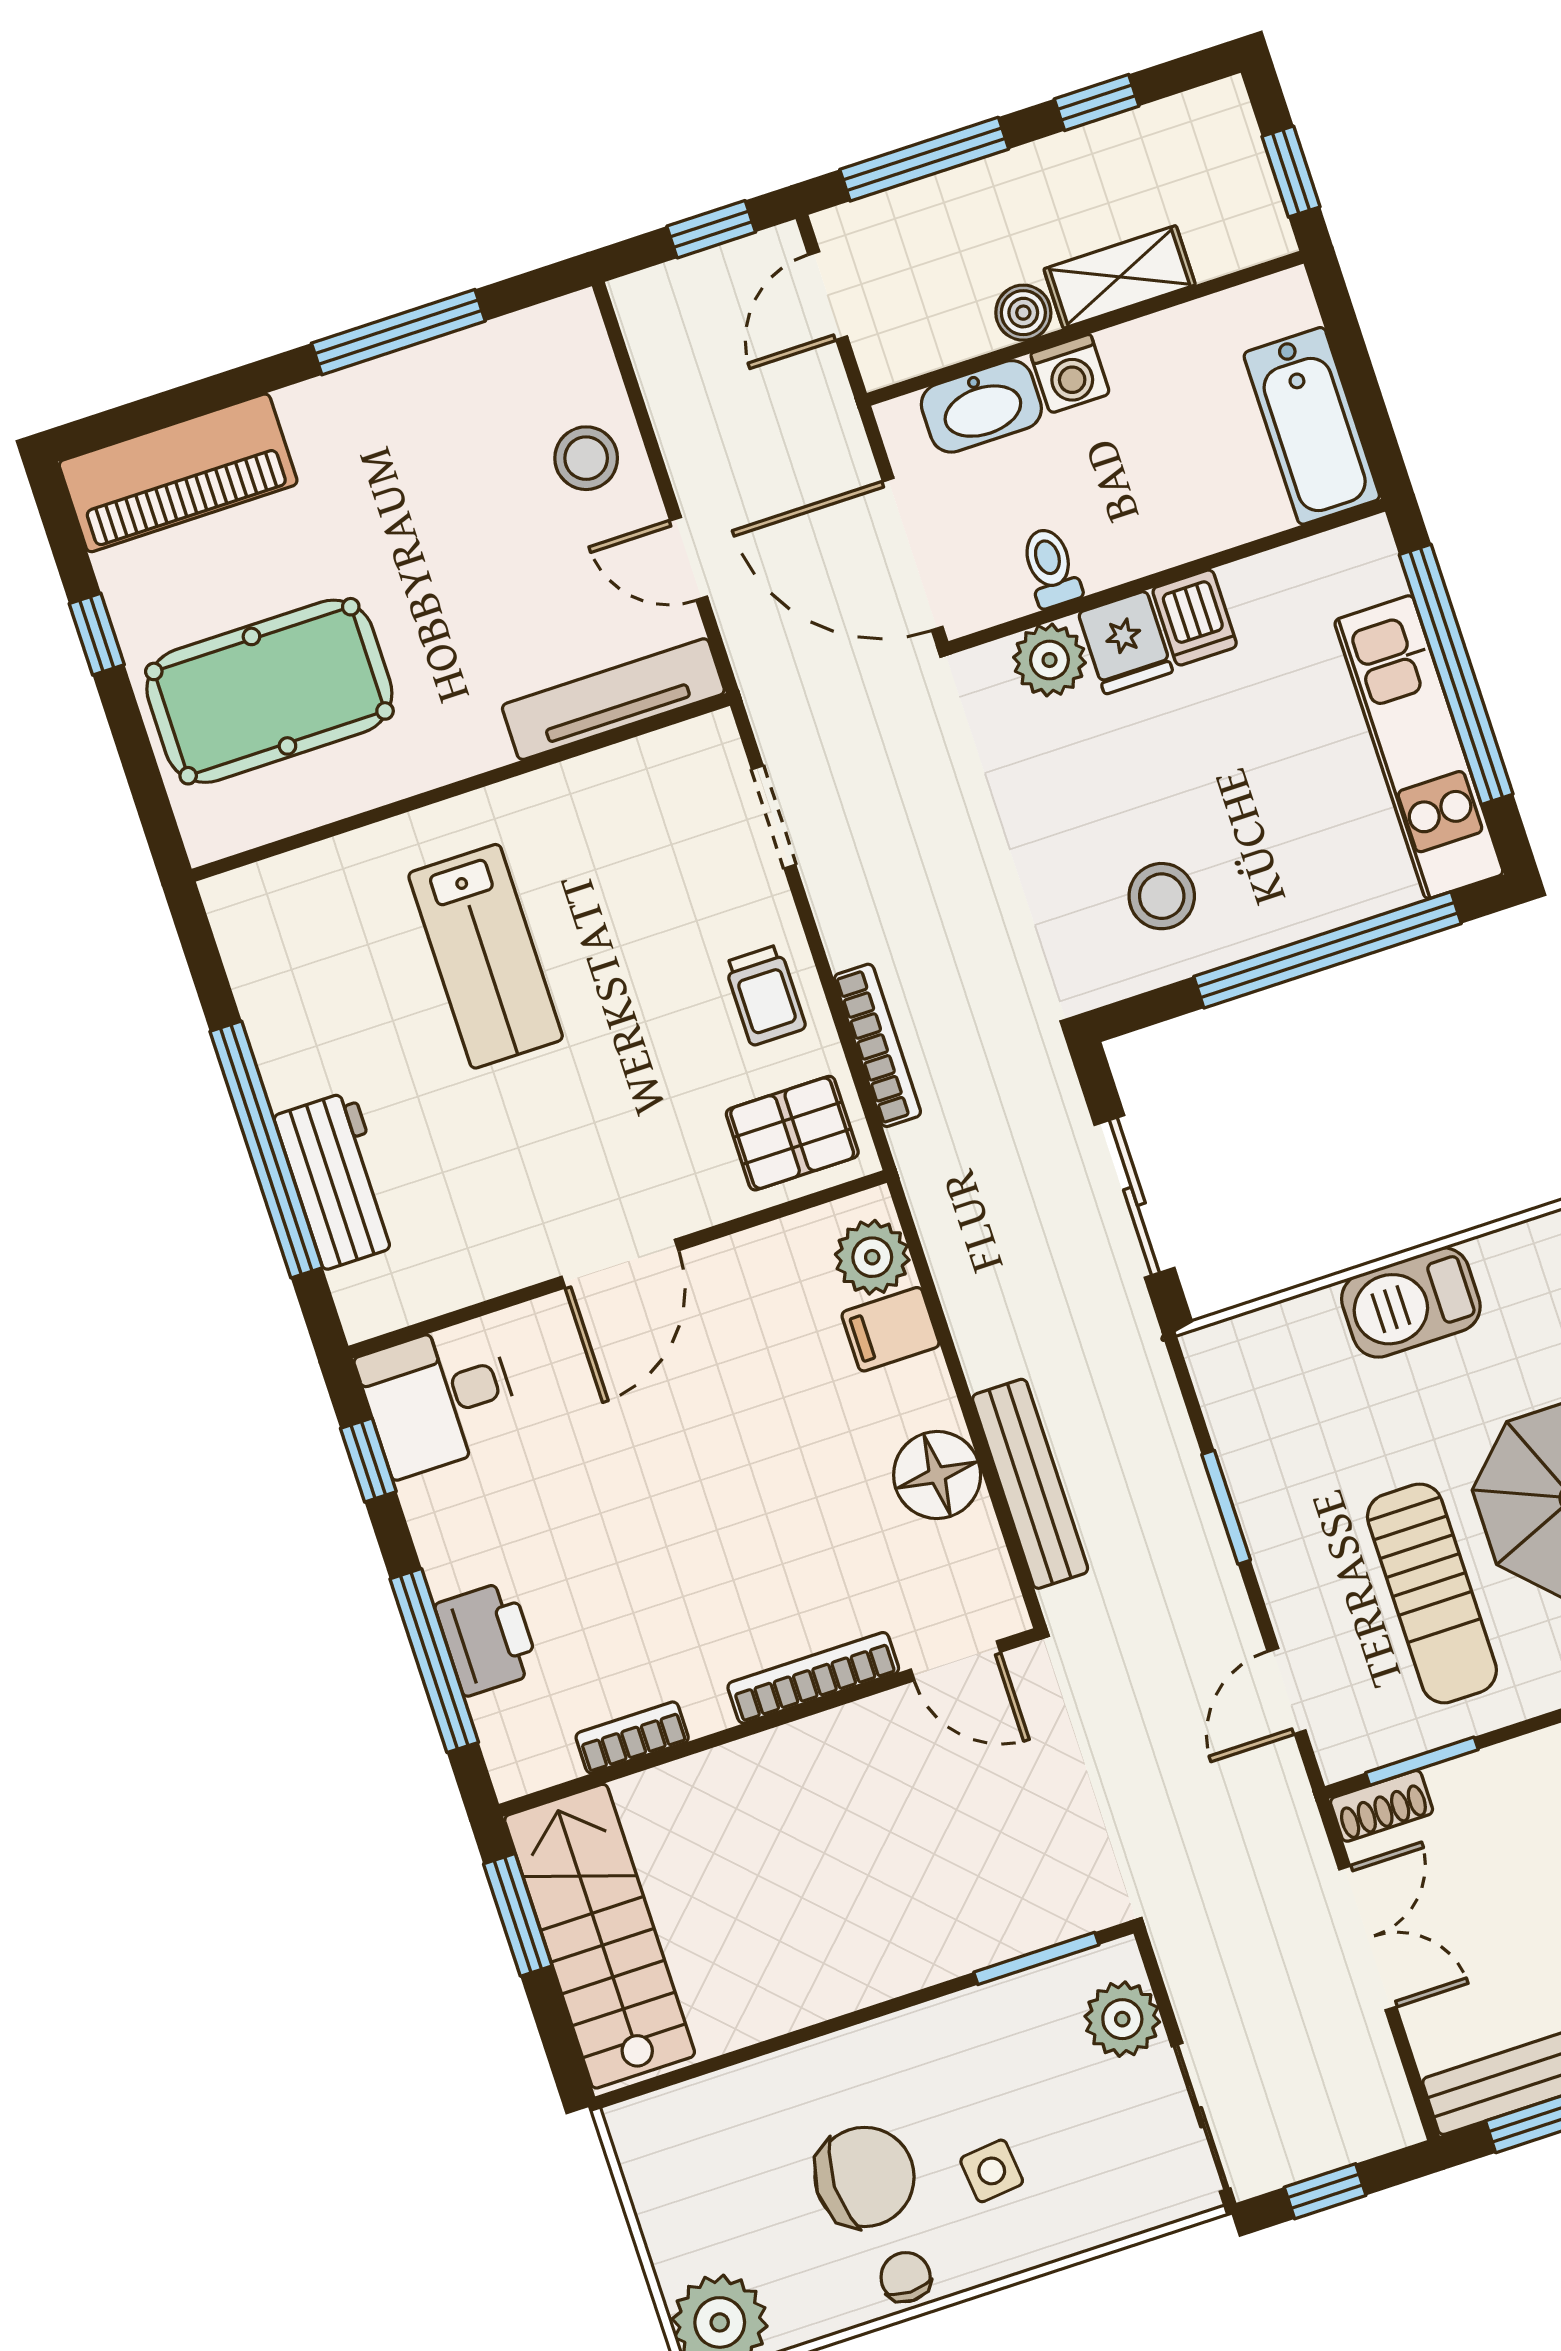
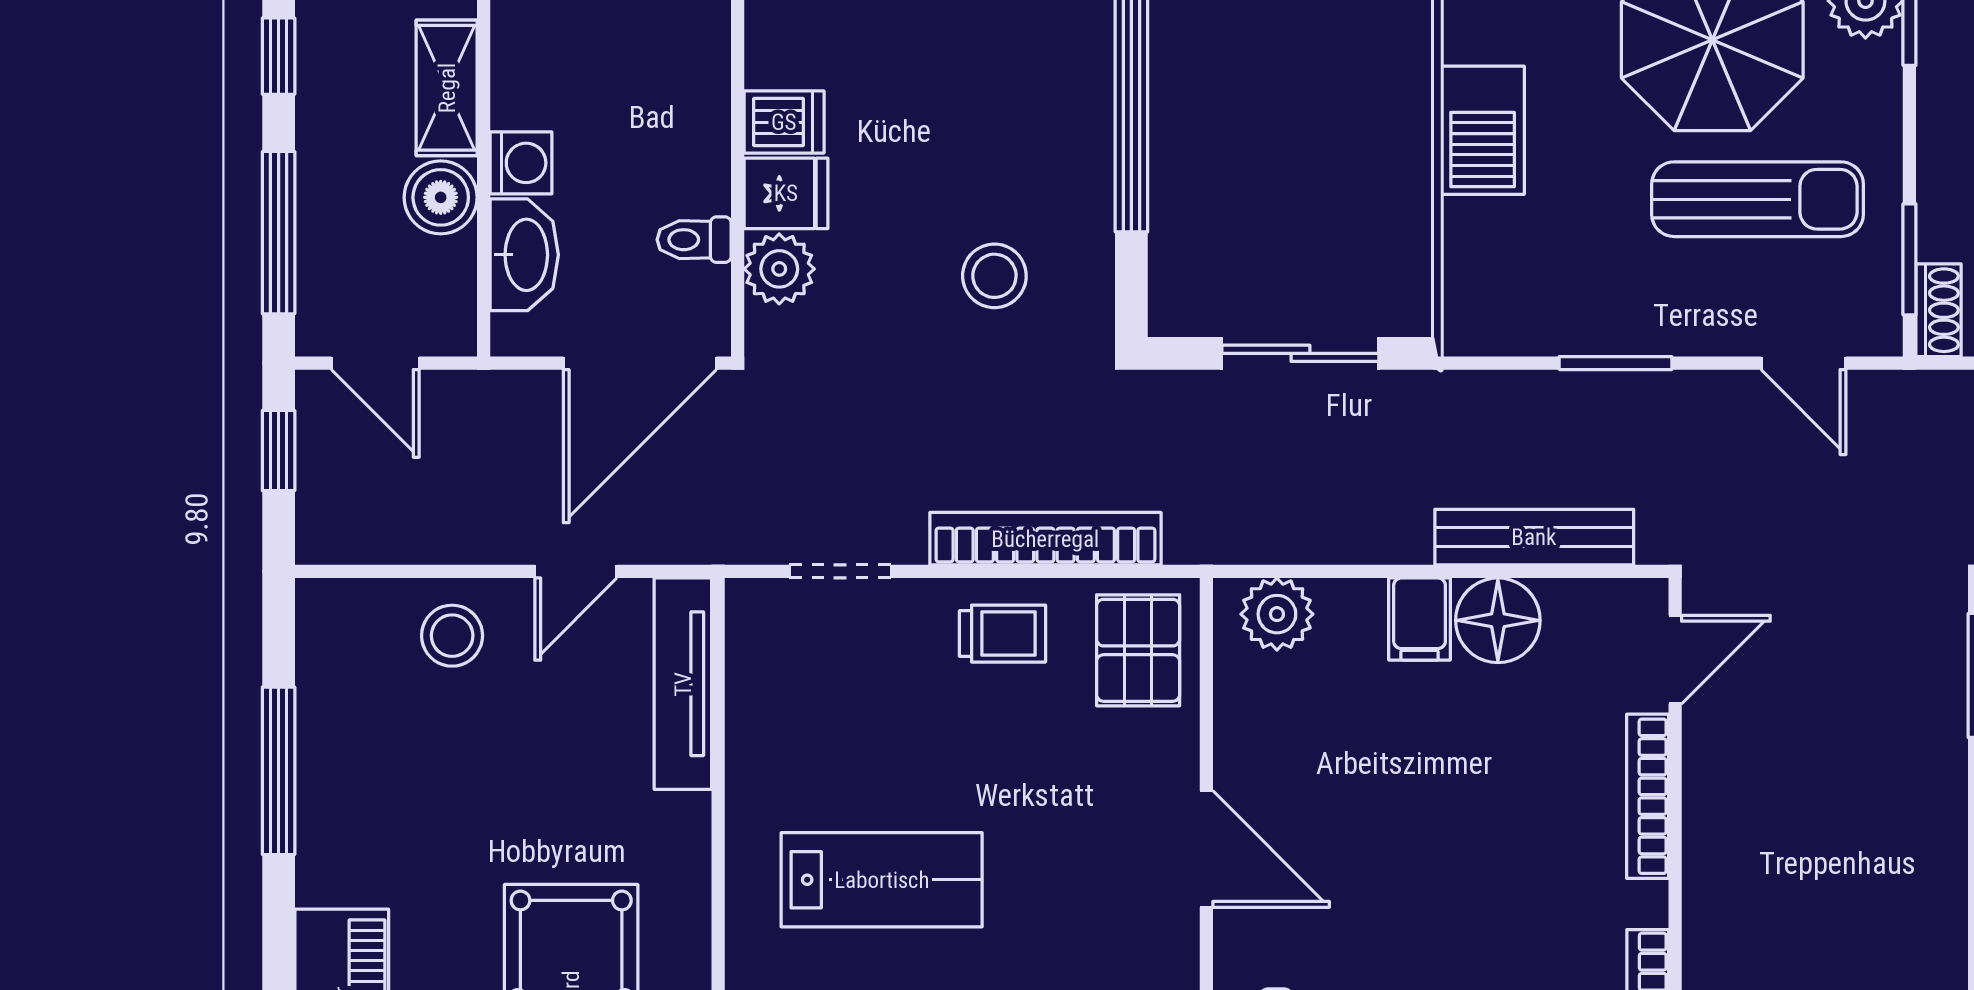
boiler: (1023, 313) -> (441, 197), width x1.36, depth x1.36
stool: (1162, 896) -> (994, 276), moved
bookcase: (877, 1045) -> (1045, 539), width x1.48, depth x1.31
filing cabinet: (891, 1329) -> (1420, 619), moved

